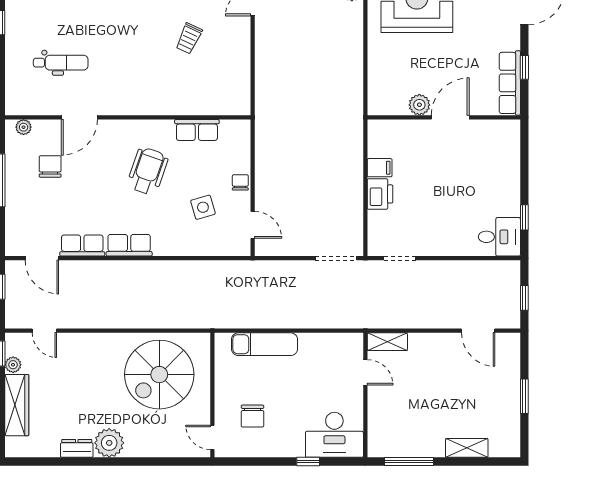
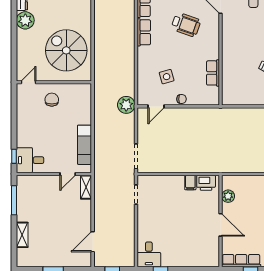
plant: (419, 105) -> (228, 196), moved
wheelchair: (148, 171) -> (186, 25), moved
printer: (380, 194) -> (206, 183), moved
plant: (250, 275) -> (126, 105), added
exam couch: (265, 344) -> (84, 145), moved
chair: (253, 416) -> (52, 100), moved, turned 90
desk: (334, 435) -> (30, 160), width x0.73
window: (308, 462) -> (14, 156), moved

